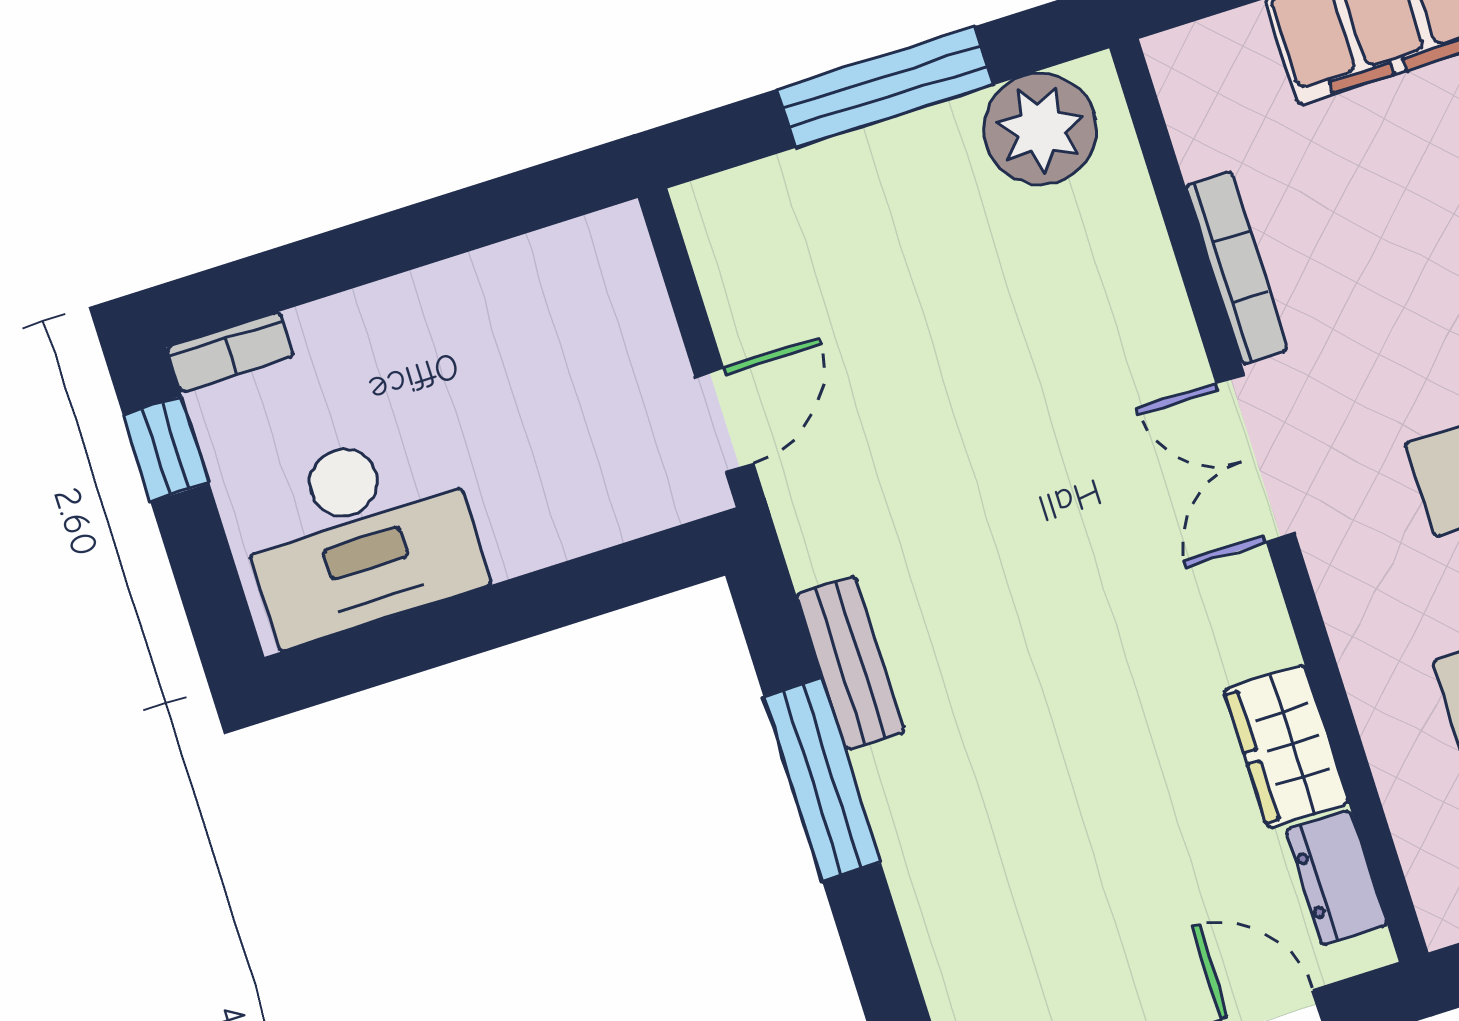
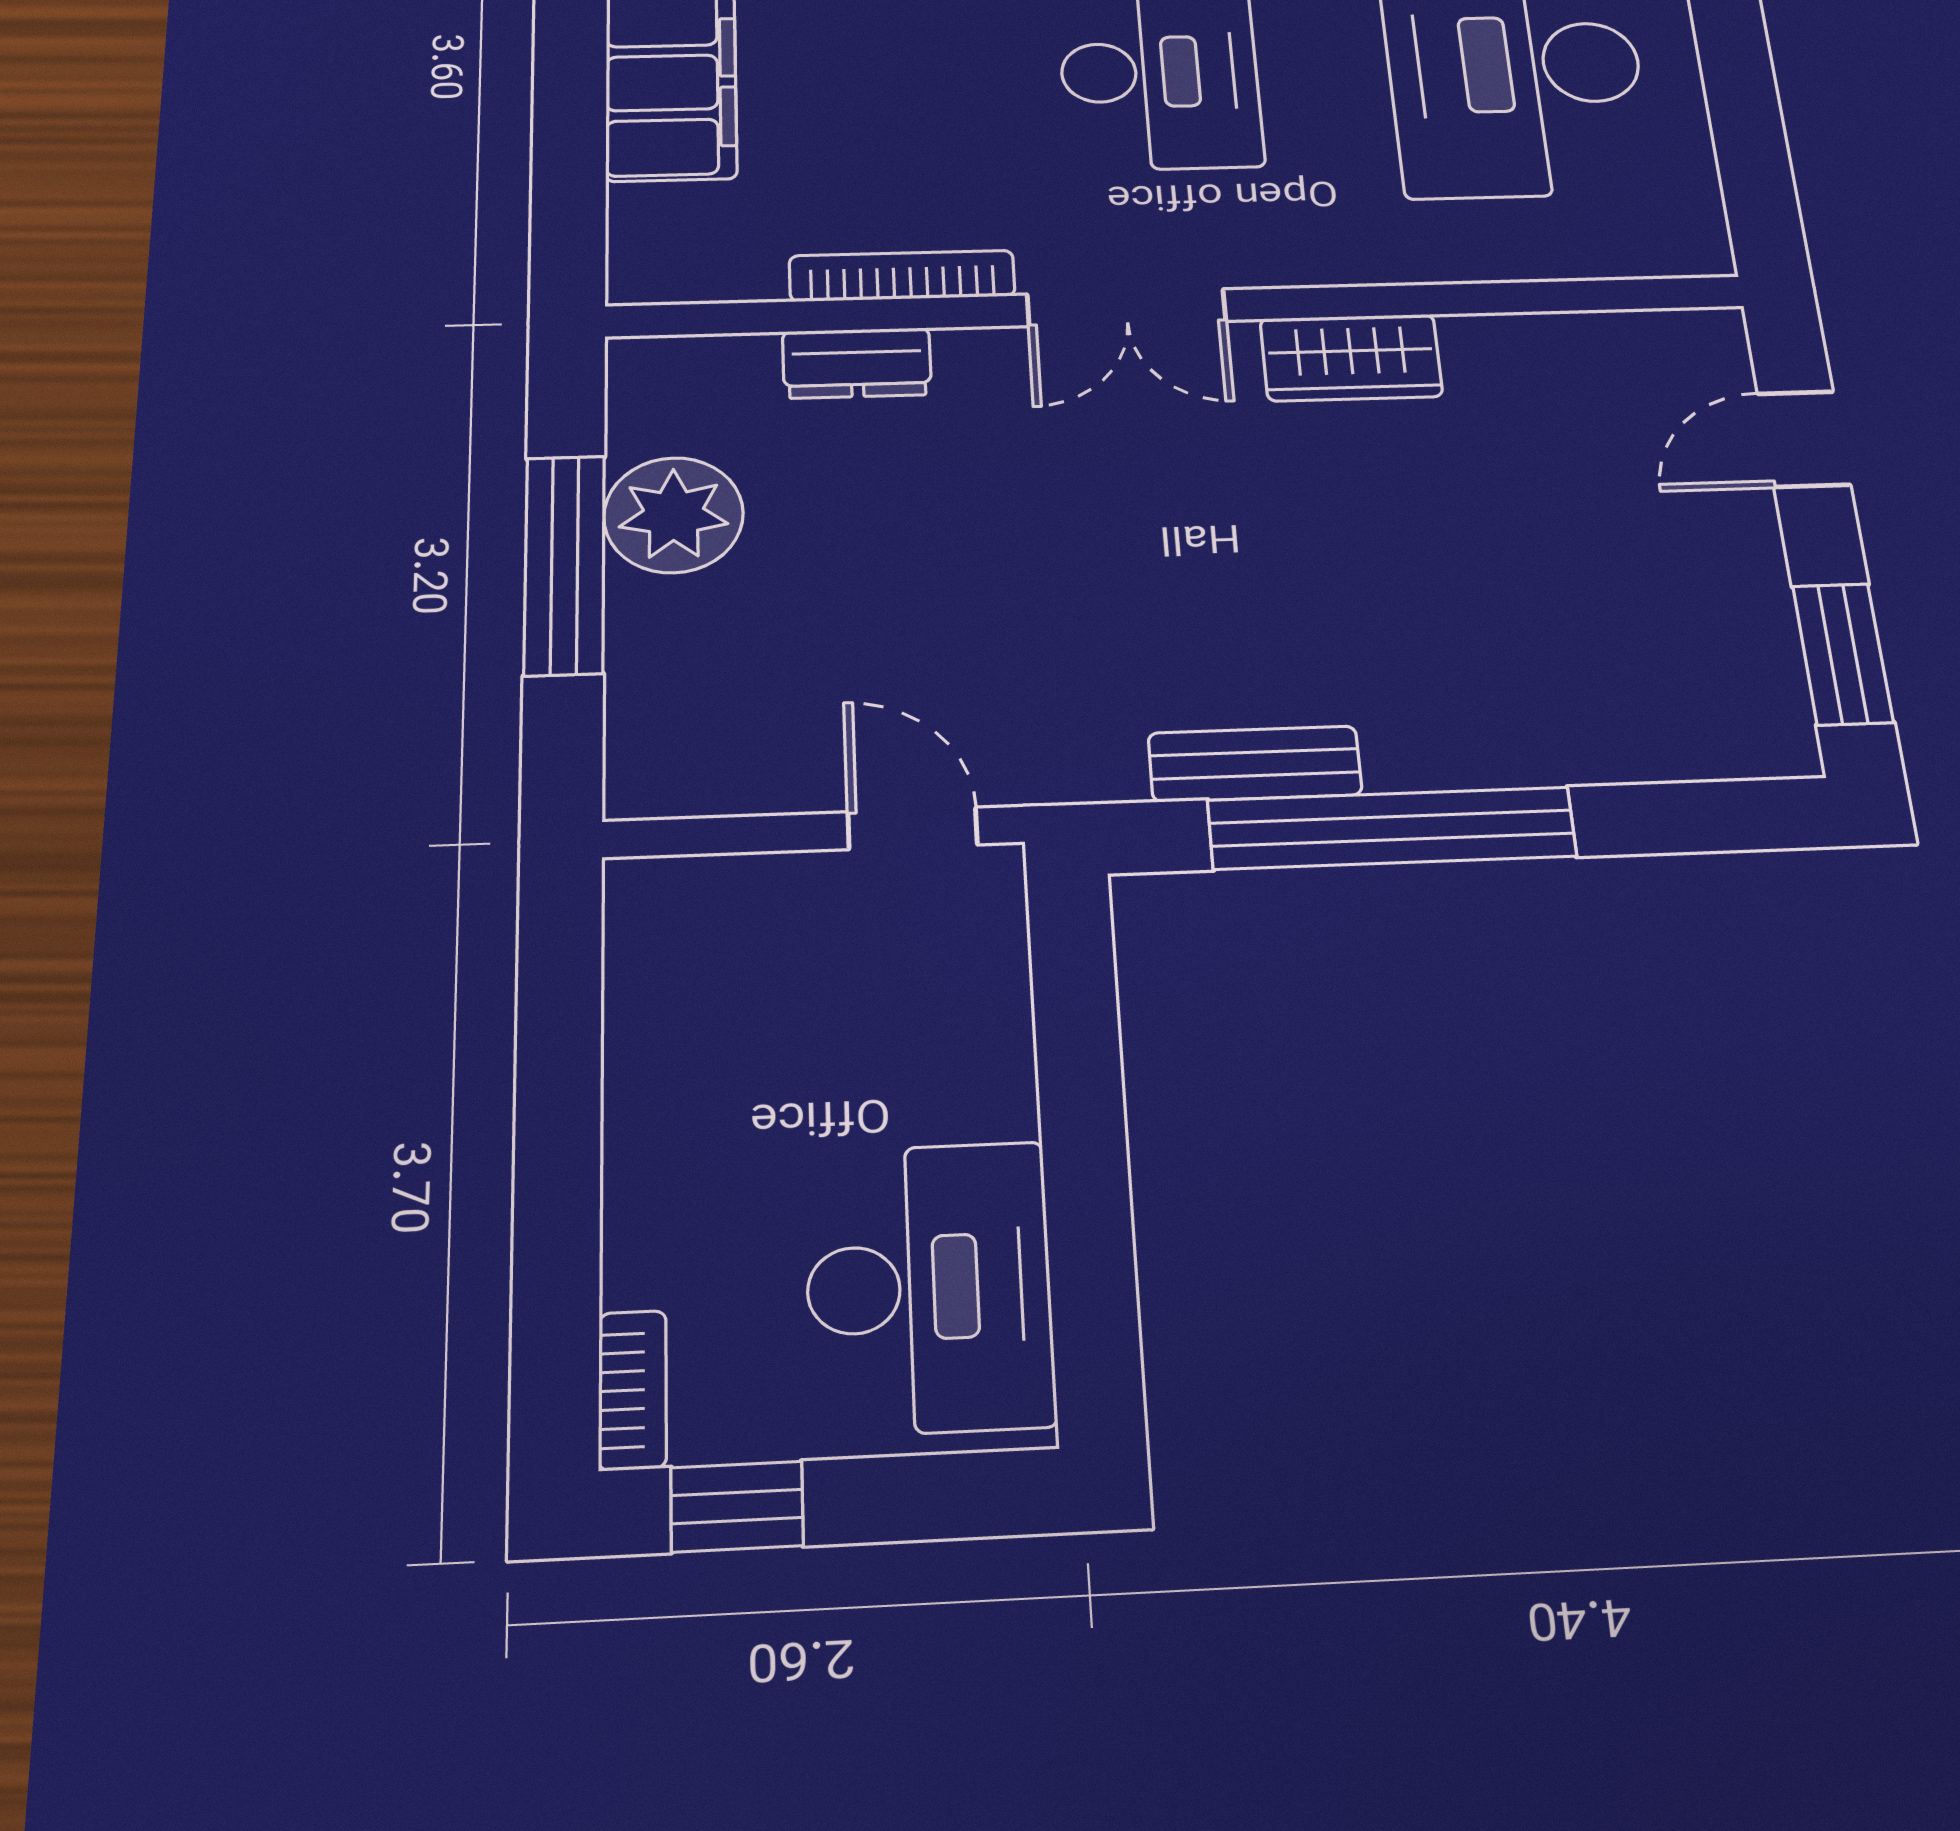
plant: (1040, 129) -> (674, 515), moved
wardrobe: (1286, 746) -> (1351, 358), moved
window: (822, 779) -> (1392, 828), width x1.46
dresser: (1336, 878) -> (857, 363), moved

